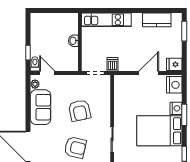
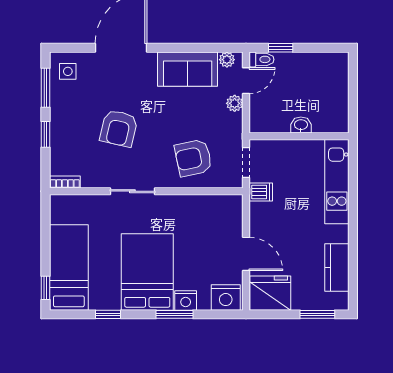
fridge: (174, 64) -> (270, 293), width x1.88, depth x1.34
plant: (61, 80) -> (235, 103), added
armchair: (80, 110) -> (193, 158), moved

